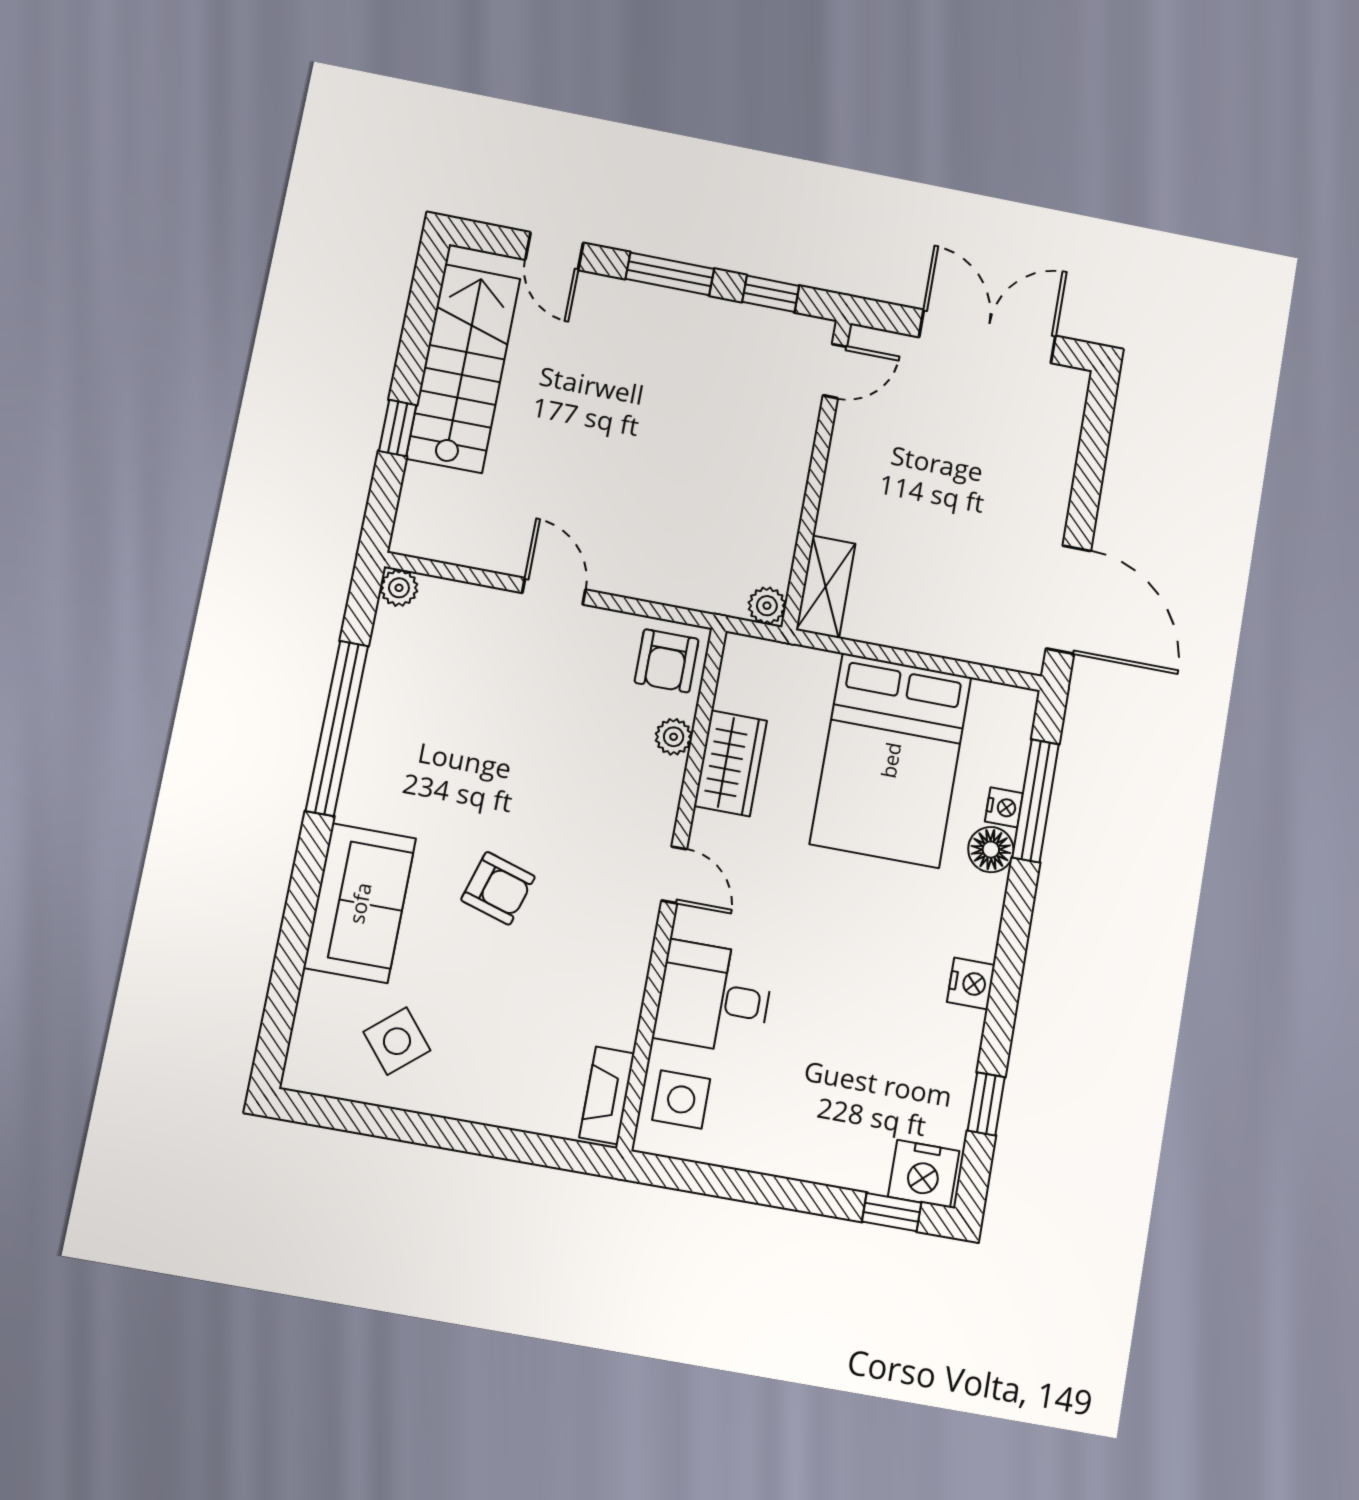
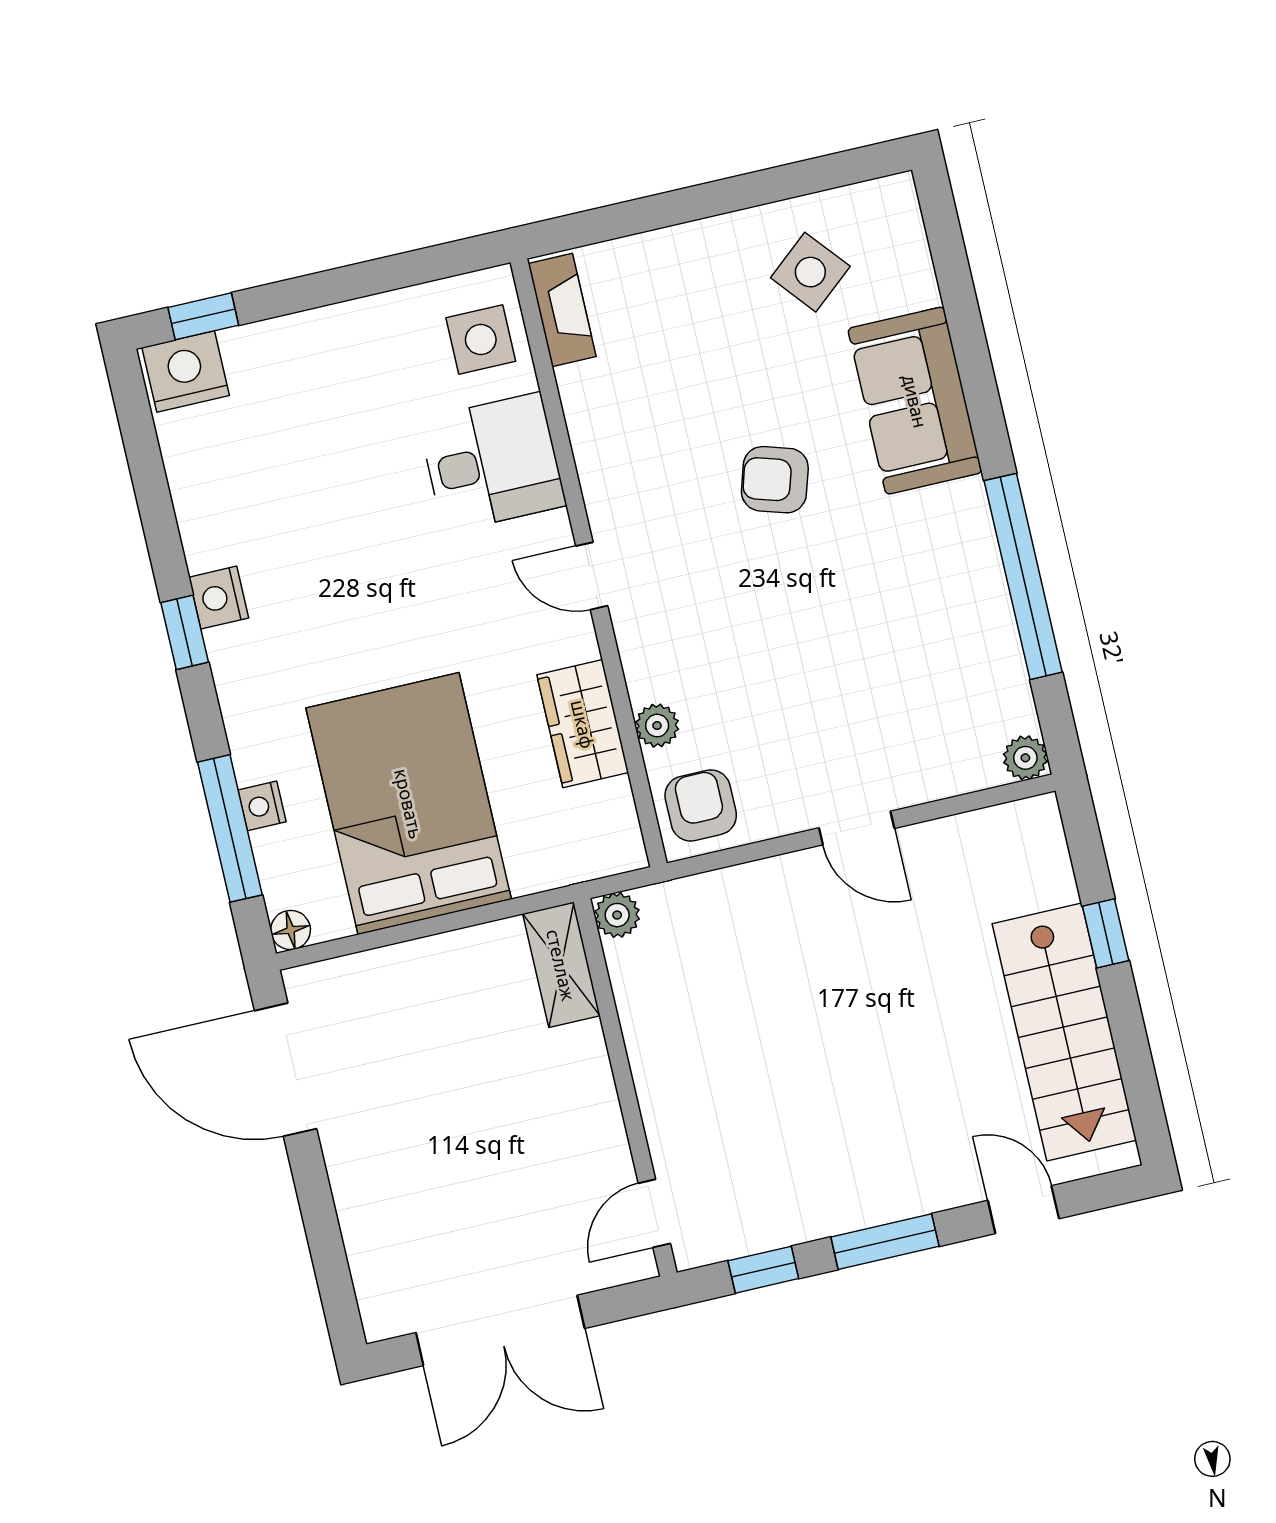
floor lamp: (991, 850) -> (291, 930), moved, width x0.73, depth x0.73
window: (986, 1104) -> (185, 632), moved

